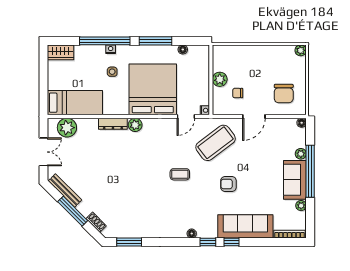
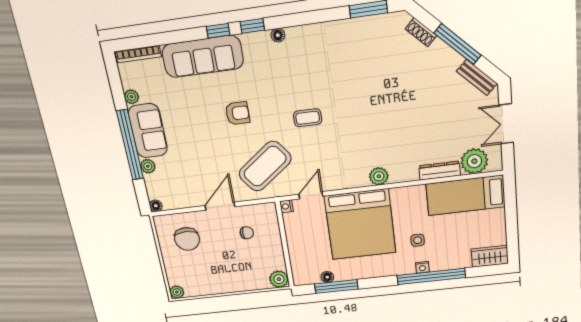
window: (155, 41) -> (336, 286), moved
plant: (220, 79) -> (279, 279), moved
chair: (284, 94) -> (187, 239), turned 180
dresser: (113, 124) -> (440, 171), moved
bench: (65, 190) -> (477, 77), width x0.73

